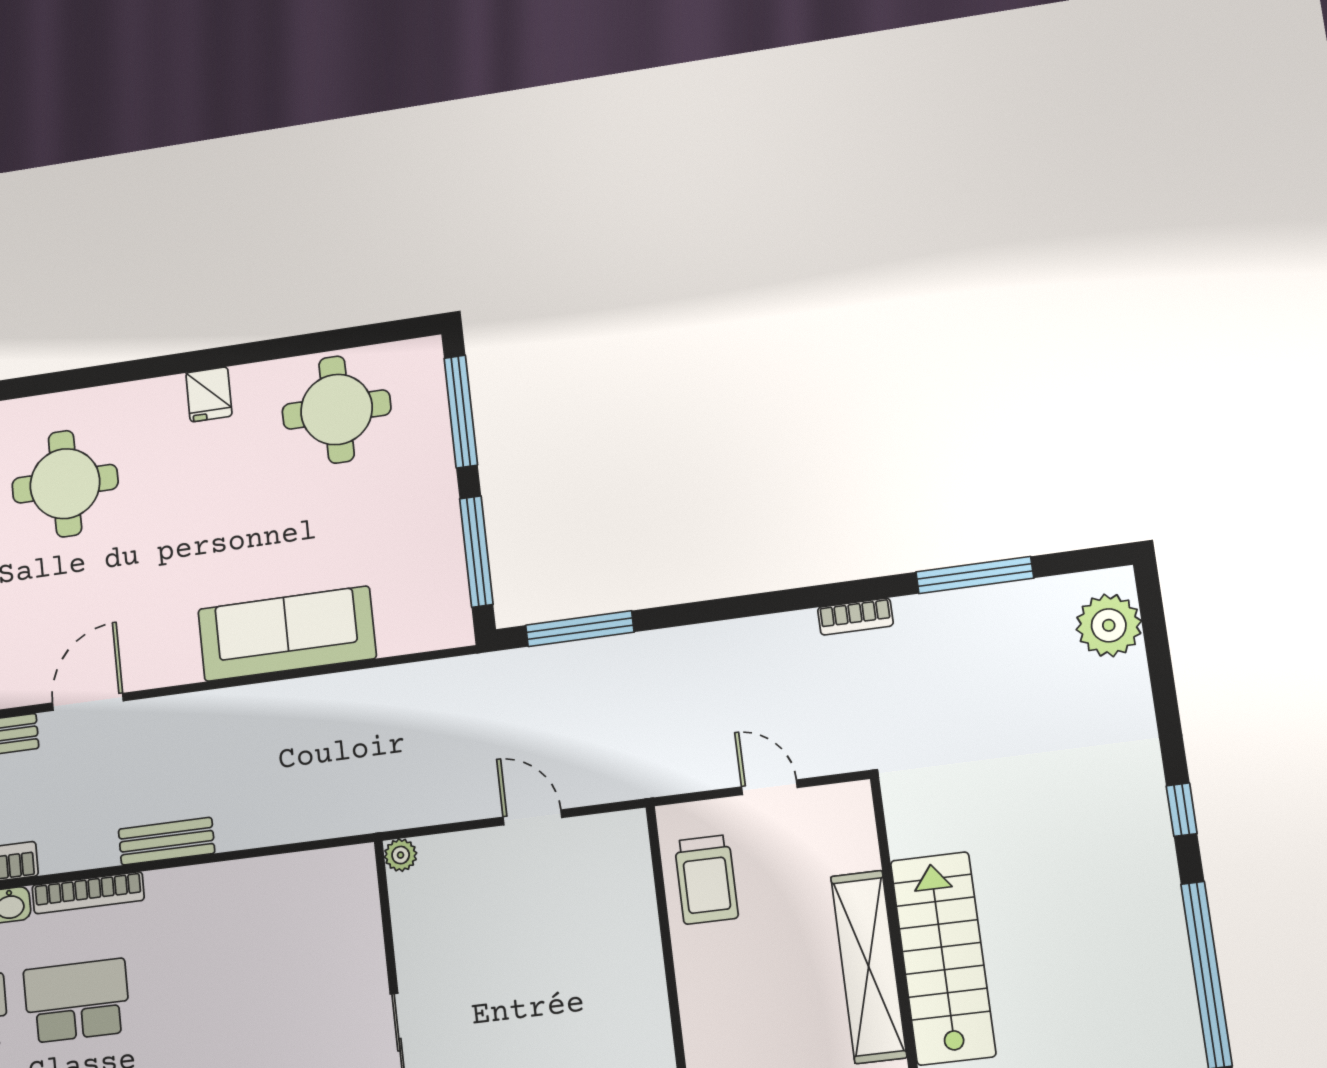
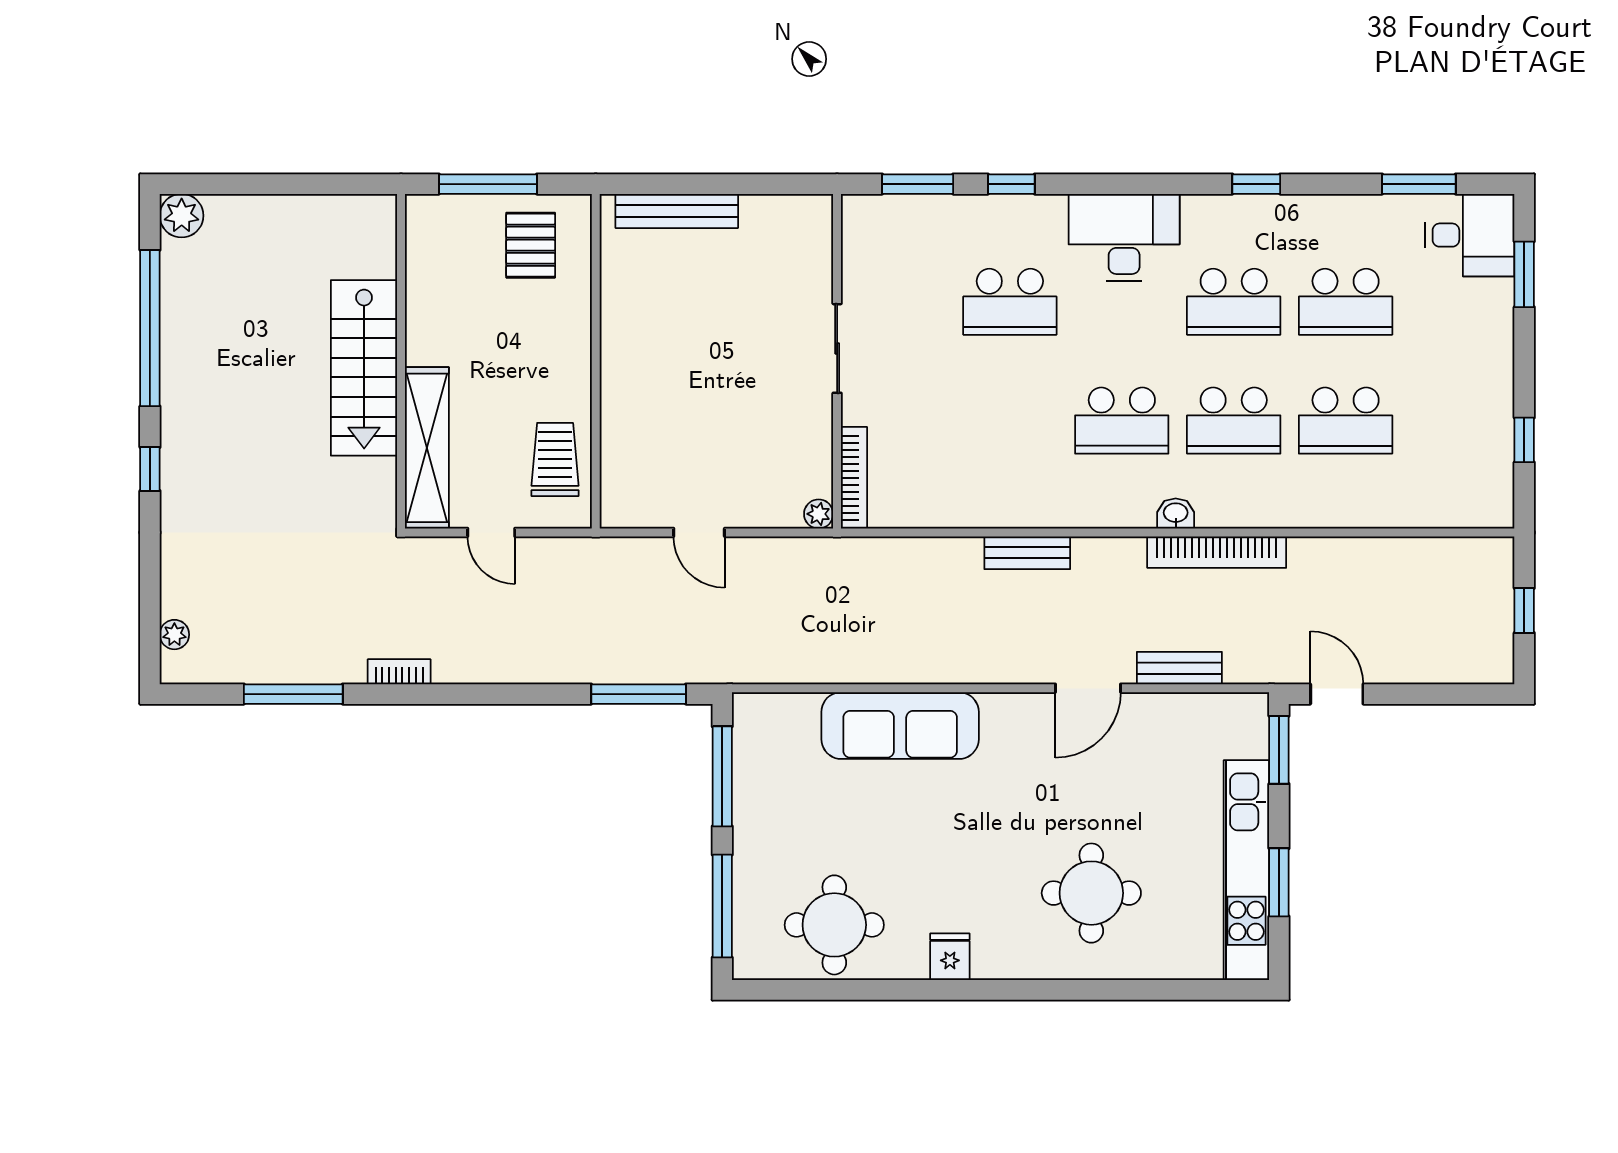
plant: (1109, 625) -> (174, 635), width x0.53, depth x0.53
bookcase: (88, 893) -> (854, 478), moved, turned 90
shelving: (869, 967) -> (427, 448), moved

